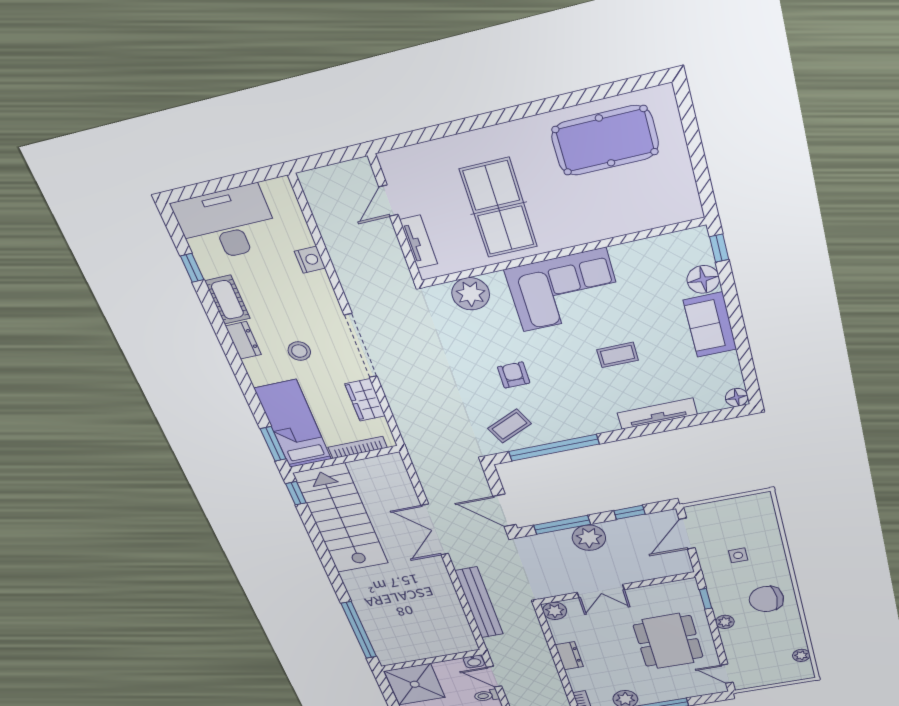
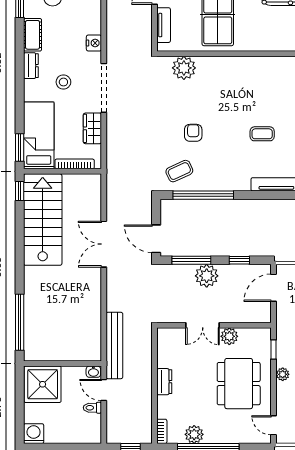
nightstand: (310, 260) -> (94, 43), moved
corner sofa: (564, 290) -> (241, 80), removed
bench: (479, 603) -> (114, 345), moved
plant: (555, 611) -> (229, 336), moved

